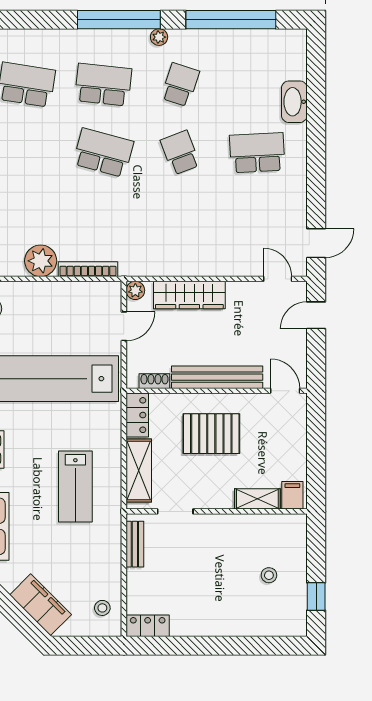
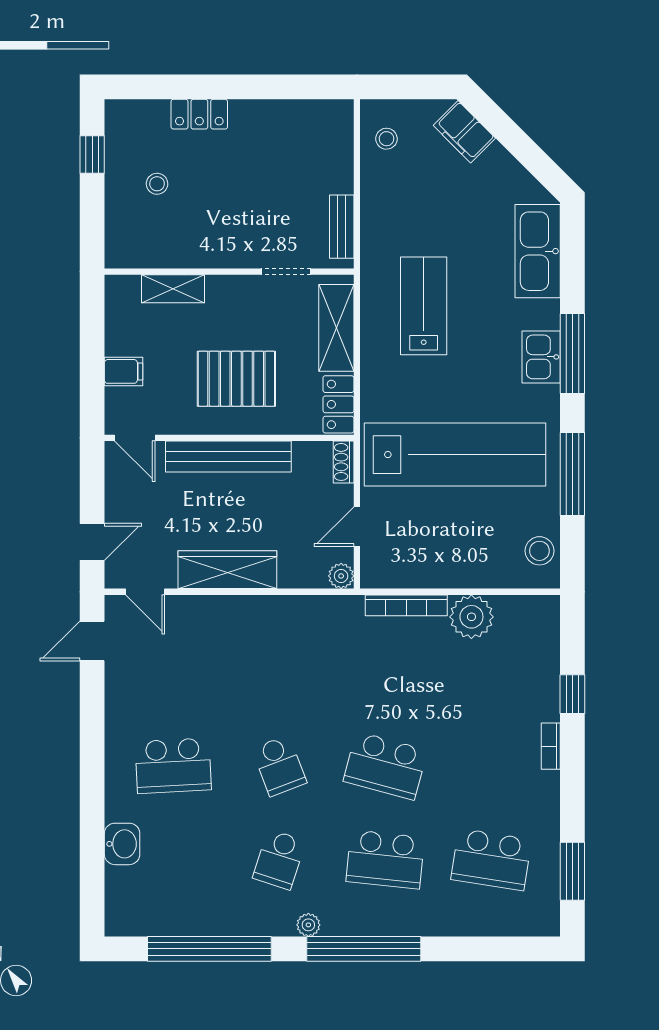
washbasin: (294, 102) -> (122, 844), width x0.72
wardrobe: (189, 295) -> (227, 570), moved
shoe rack: (154, 381) -> (344, 462), moved, turned 90
filing cabinet: (292, 495) -> (124, 371), moved, turned -90
filing cabinet: (41, 605) -> (464, 132), width x0.67, depth x0.86
locker: (148, 626) -> (199, 114), moved

